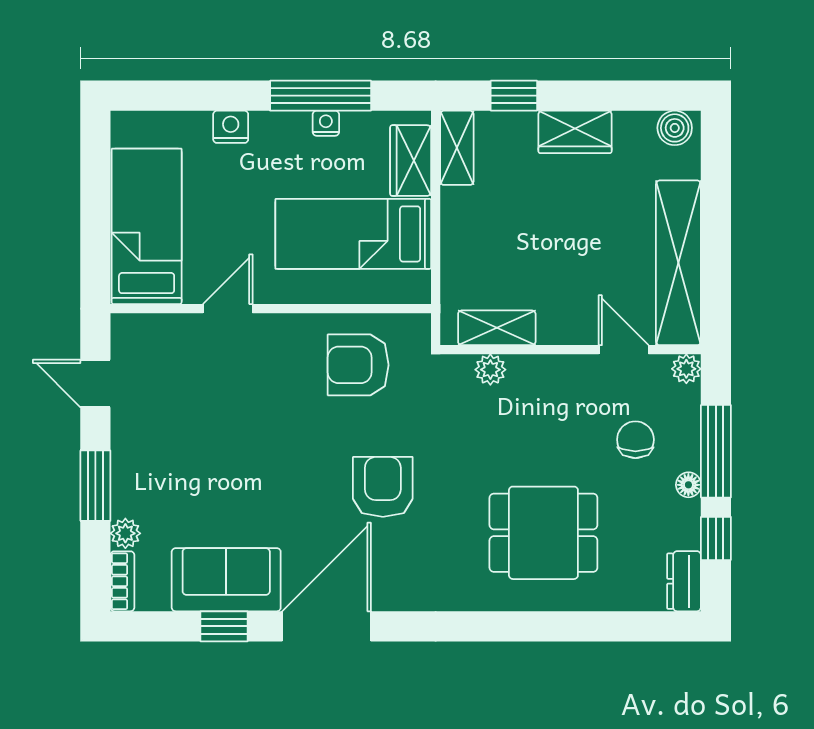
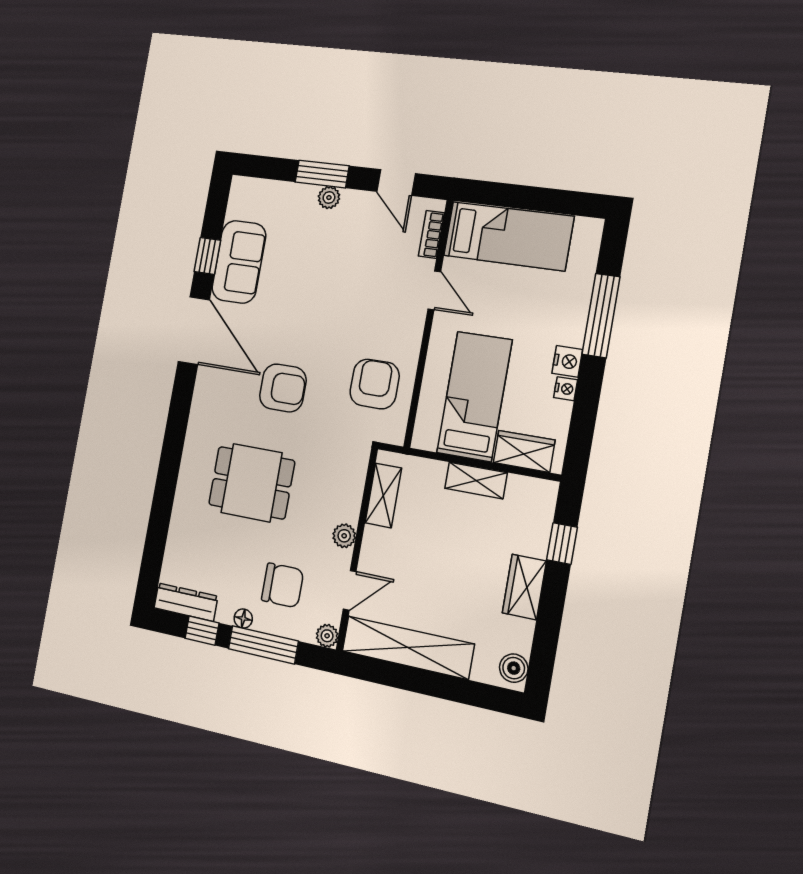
window: (321, 96) -> (601, 316), moved
nightstand: (231, 127) -> (567, 361), moved
shelving: (457, 148) -> (476, 480), moved
plant: (490, 370) -> (344, 536), moved
door: (95, 384) -> (396, 183), swing flipped
chair: (635, 440) -> (283, 585), width x1.37, depth x1.37
plant: (125, 533) -> (329, 198), moved
dining table: (543, 533) -> (252, 483), moved, turned 90
bookcase: (122, 581) -> (431, 234), moved, turned 90
dresser: (684, 581) -> (186, 602), width x1.44

